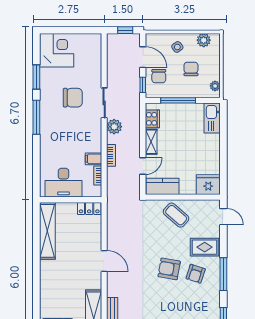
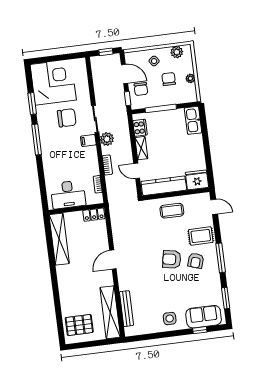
corner desk: (57, 50) -> (53, 82), width x1.36, depth x1.36
plant: (215, 86) -> (190, 78), moved
filing cabinet: (93, 159) -> (88, 141), moved
door: (143, 166) -> (137, 171), swing flipped
kitchen counter: (163, 186) -> (164, 186), width x1.50
coffee table: (176, 215) -> (172, 211), turned -41
door: (104, 261) -> (113, 260), swing flipped

